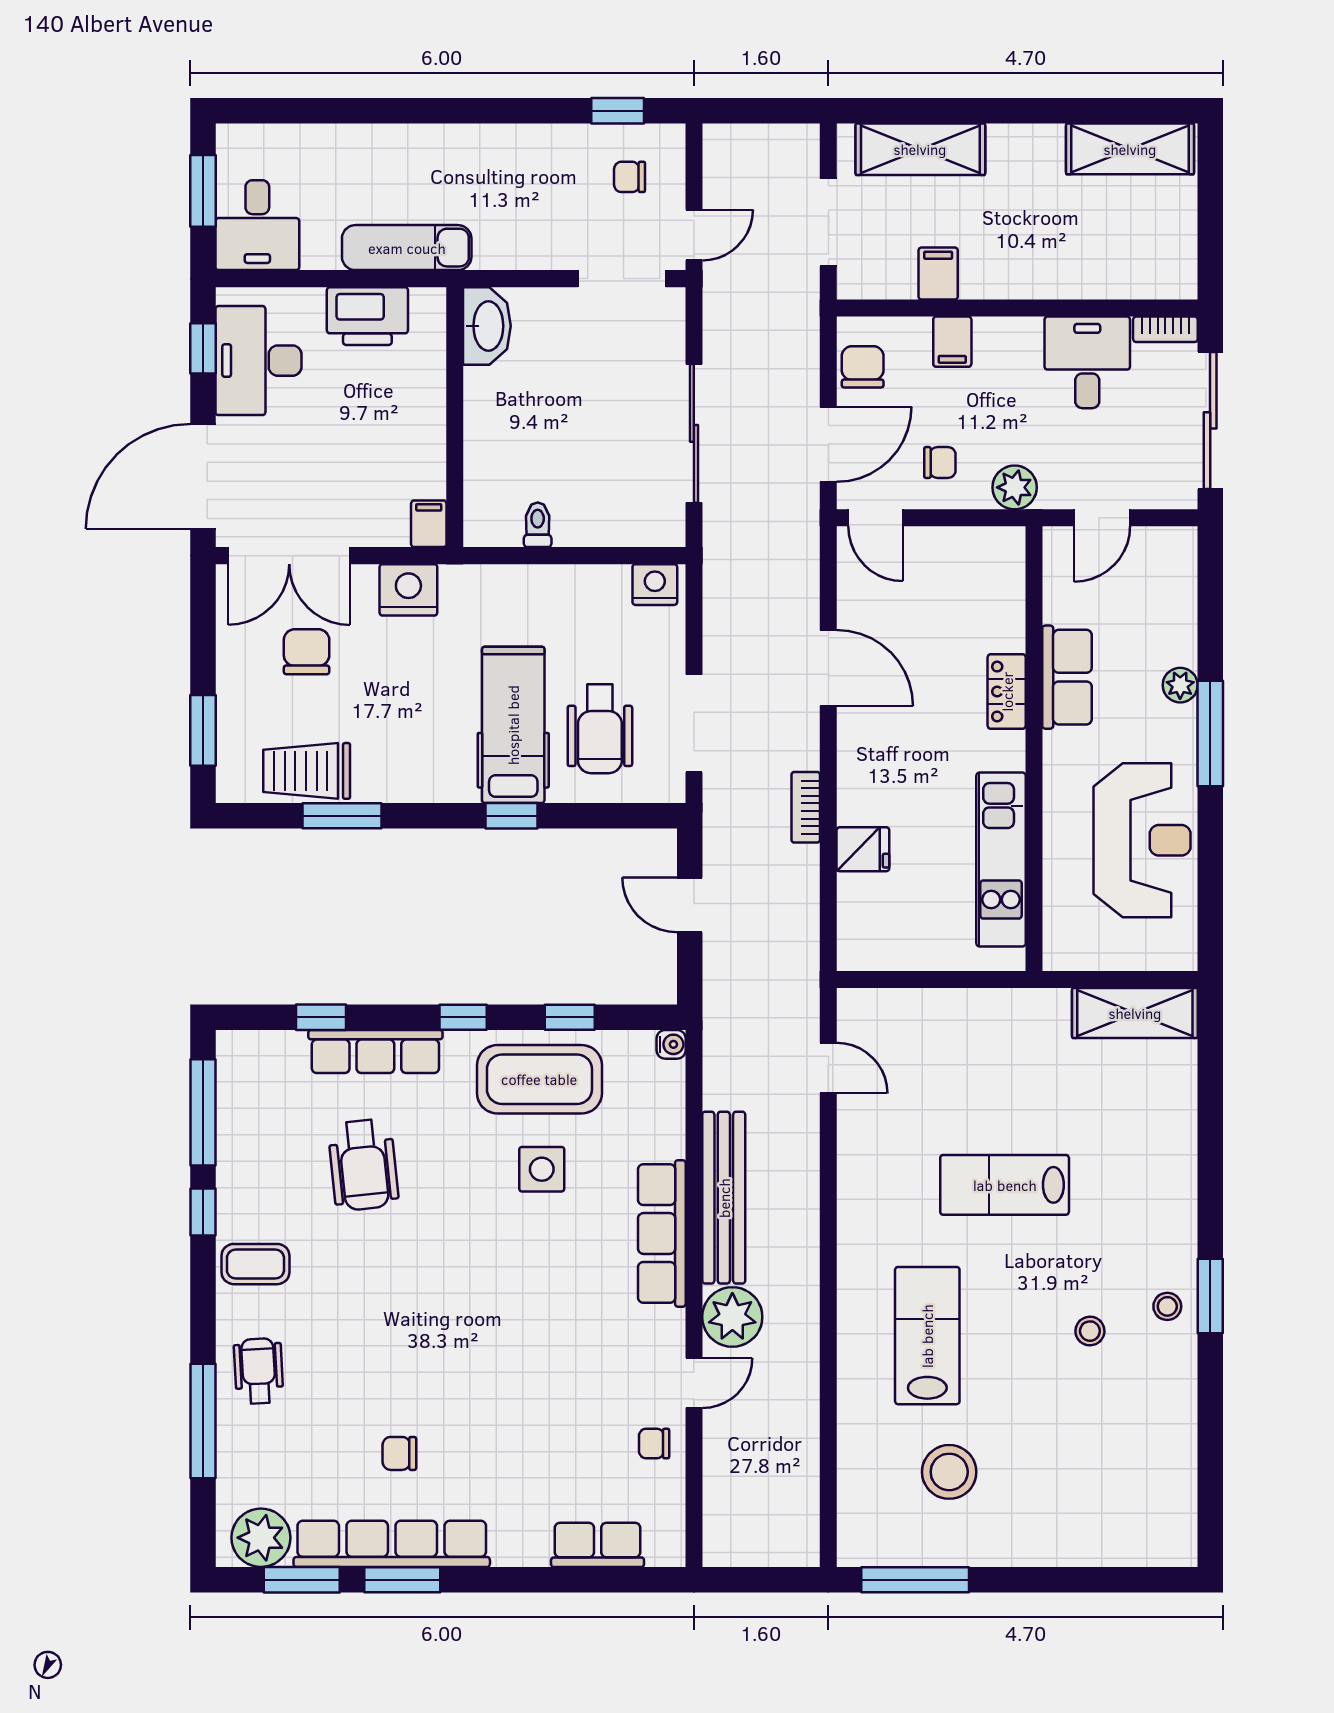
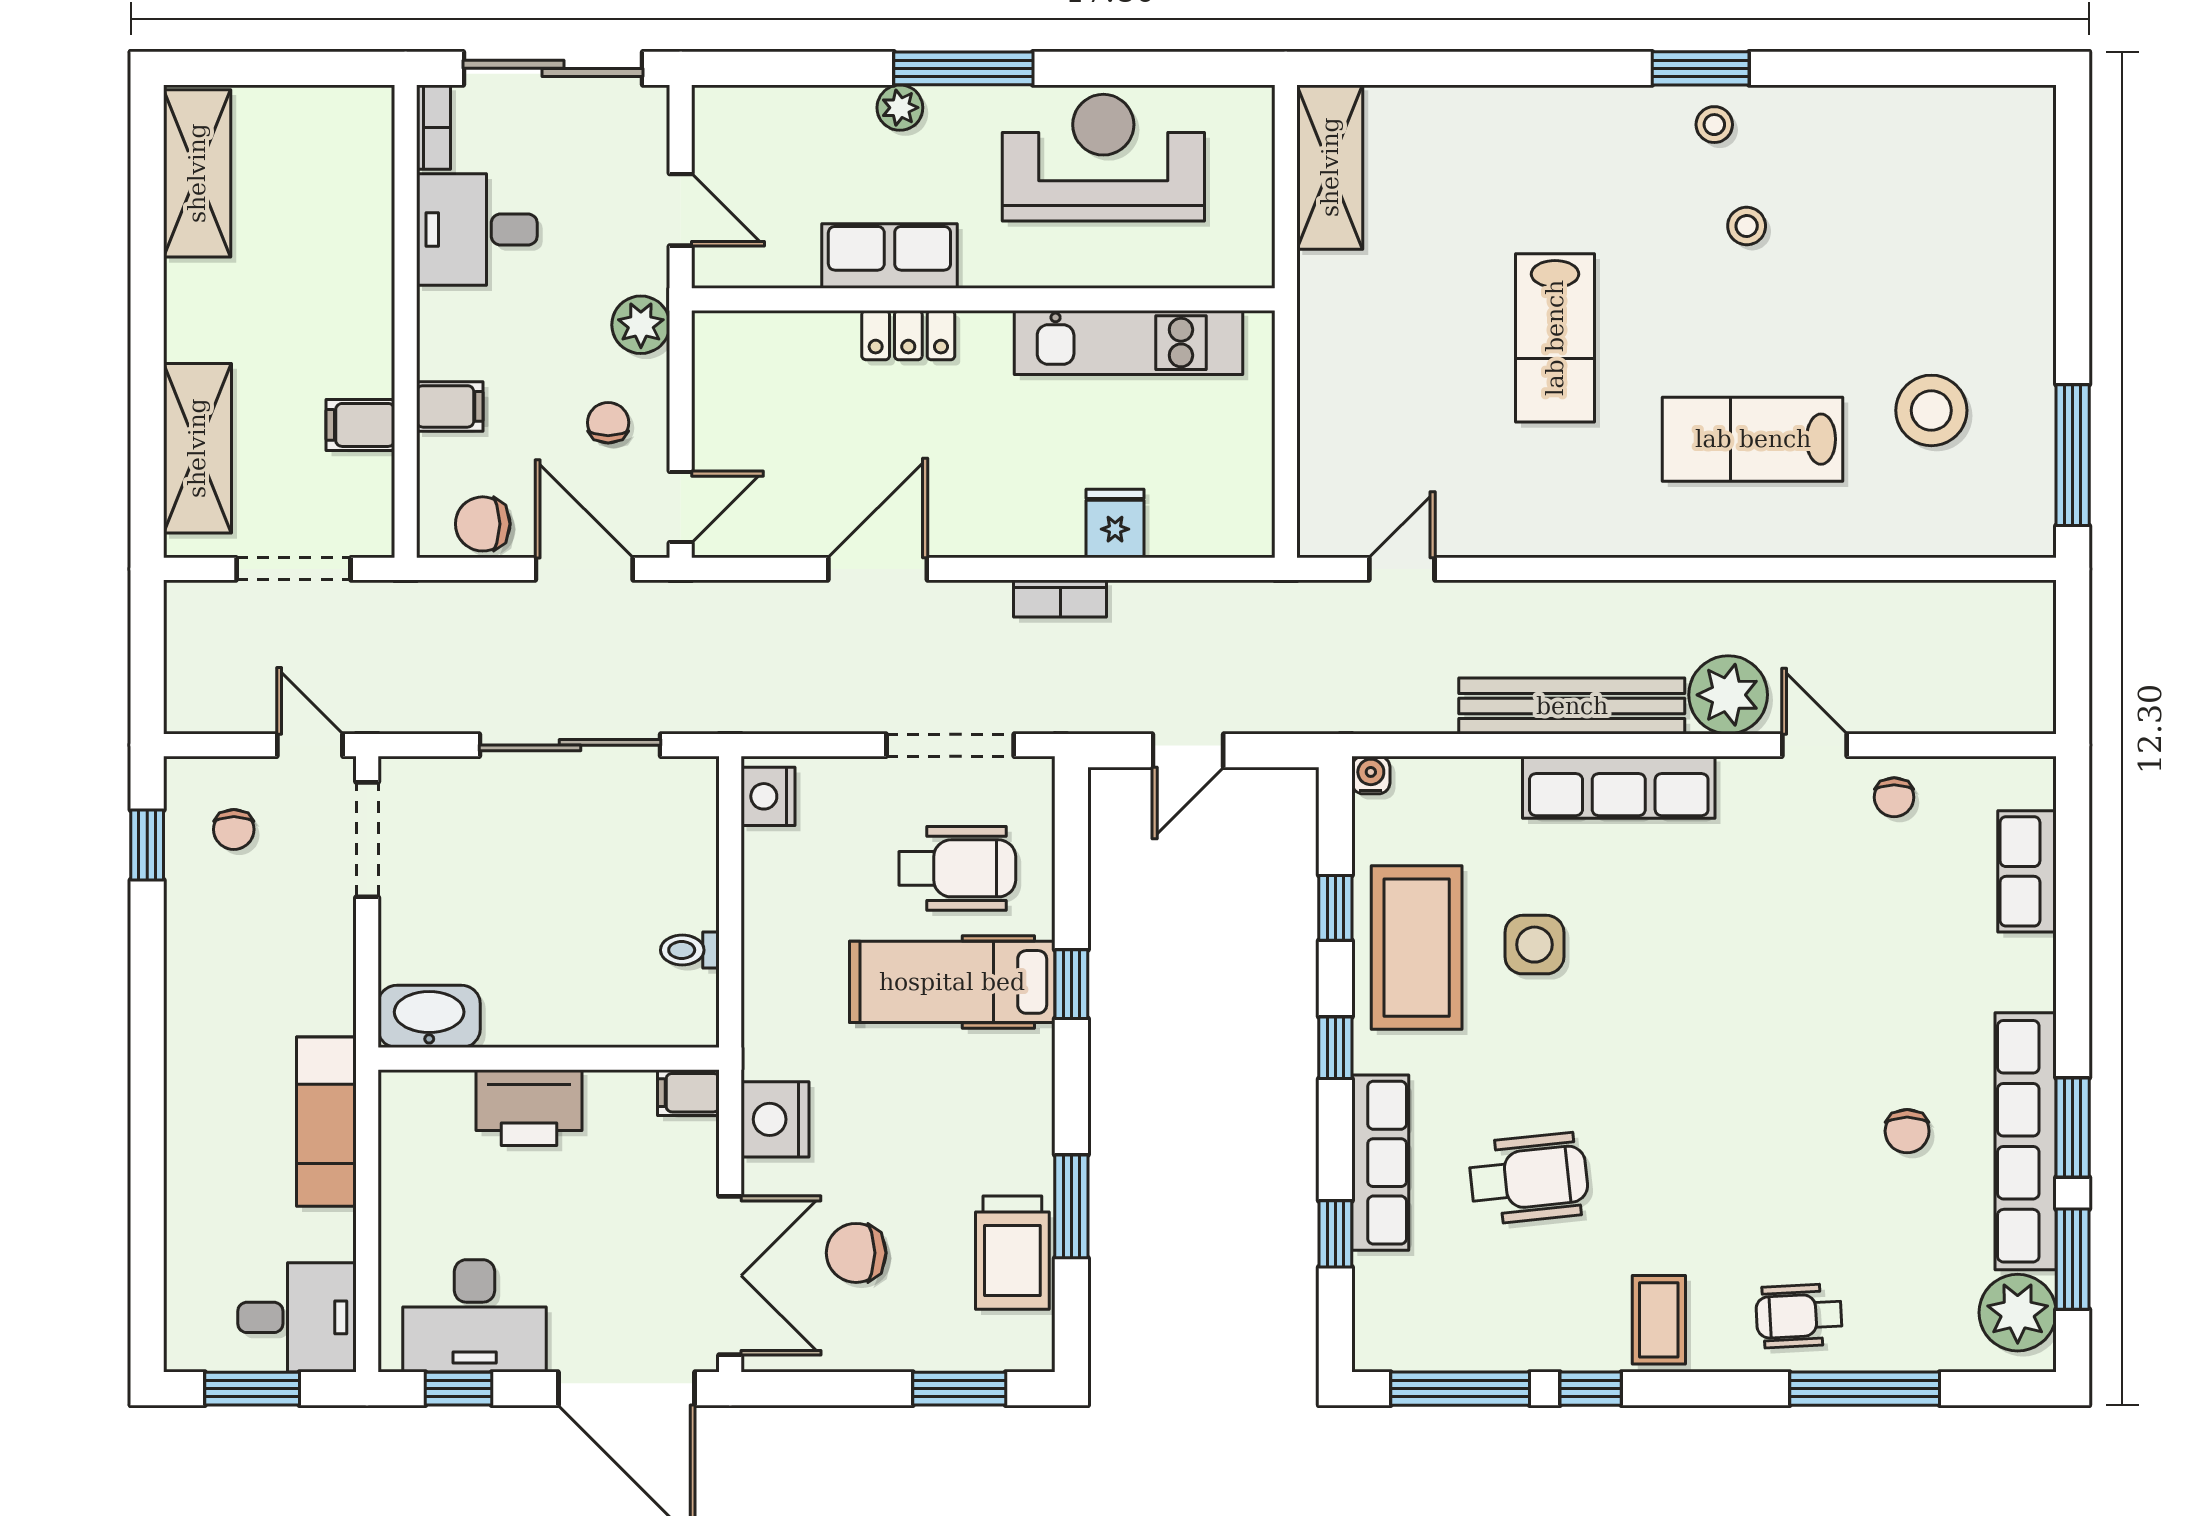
printer: (367, 316) -> (529, 1108), moved, turned 90

